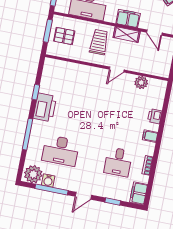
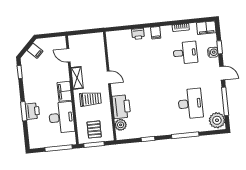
filing cabinet: (128, 18) -> (64, 91), moved
door: (154, 33) -> (69, 55), swing flipped
trolley: (99, 42) -> (90, 99), turned 180
plant: (141, 83) -> (121, 125), moved
printer: (45, 107) -> (121, 107), moved, turned 90
water cooler: (48, 181) -> (213, 52), moved

